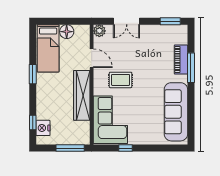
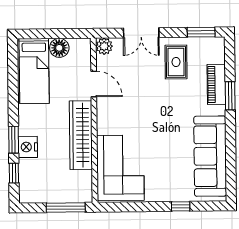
window: (191, 68) -> (230, 96), width x0.69
window: (33, 74) -> (14, 140), moved
rug: (121, 80) -> (176, 62), moved, turned 90
nightstand: (43, 128) -> (28, 147), moved
window: (126, 148) -> (181, 206), moved

